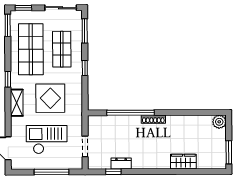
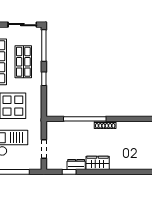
window: (85, 31) -> (44, 45), width x1.44
wardrobe: (183, 161) -> (98, 163), moved

